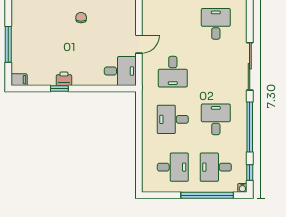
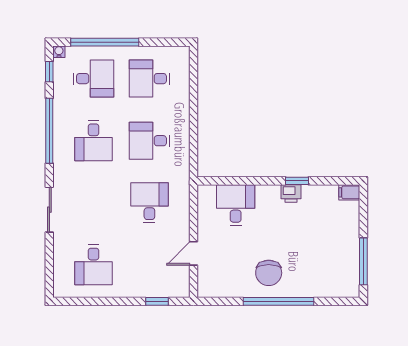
chair: (81, 18) -> (269, 273), width x1.87, depth x1.87
window: (8, 44) -> (363, 261), moved
door: (139, 44) -> (194, 253), moved
sliding door: (250, 66) -> (49, 210), width x0.73
desk: (120, 71) -> (236, 205), moved, turned 90
desk: (173, 119) -> (149, 141), turned 180

